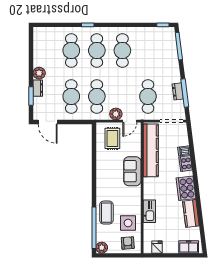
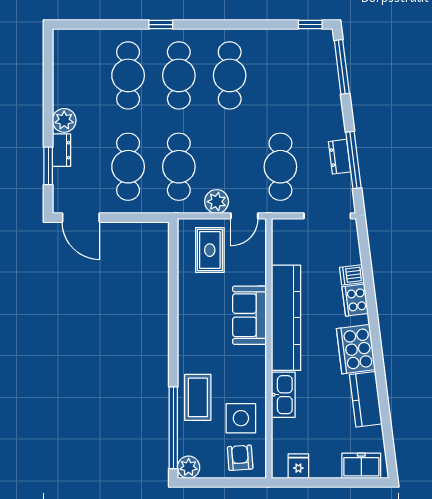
kitchen counter: (151, 150) -> (286, 318), moved

